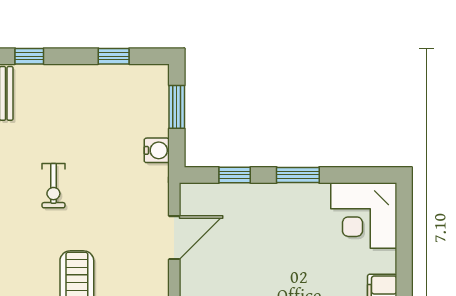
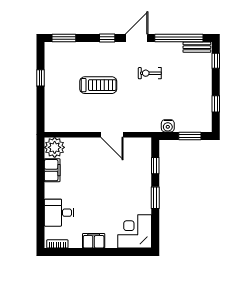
door: (174, 238) -> (112, 135), moved

